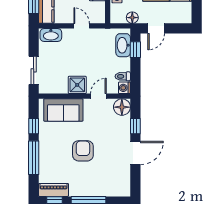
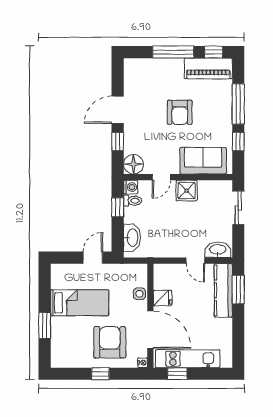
floor lamp: (132, 18) -> (121, 270), removed
door: (82, 26) -> (195, 261), moved
window: (135, 50) -> (118, 207), moved
piano: (53, 190) -> (208, 68), width x1.37, depth x1.33

